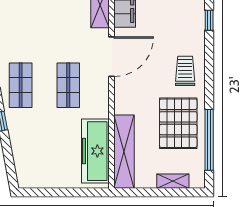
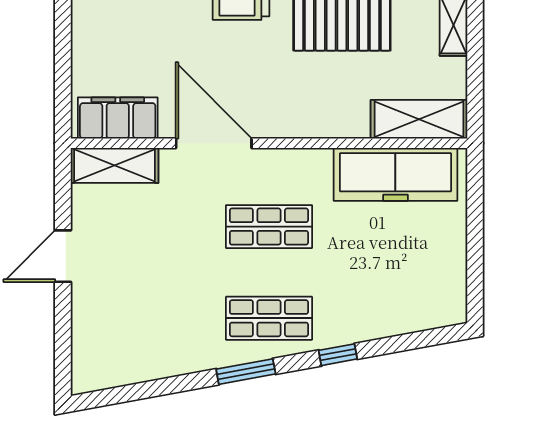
shelving: (124, 152) -> (419, 119), width x0.68

